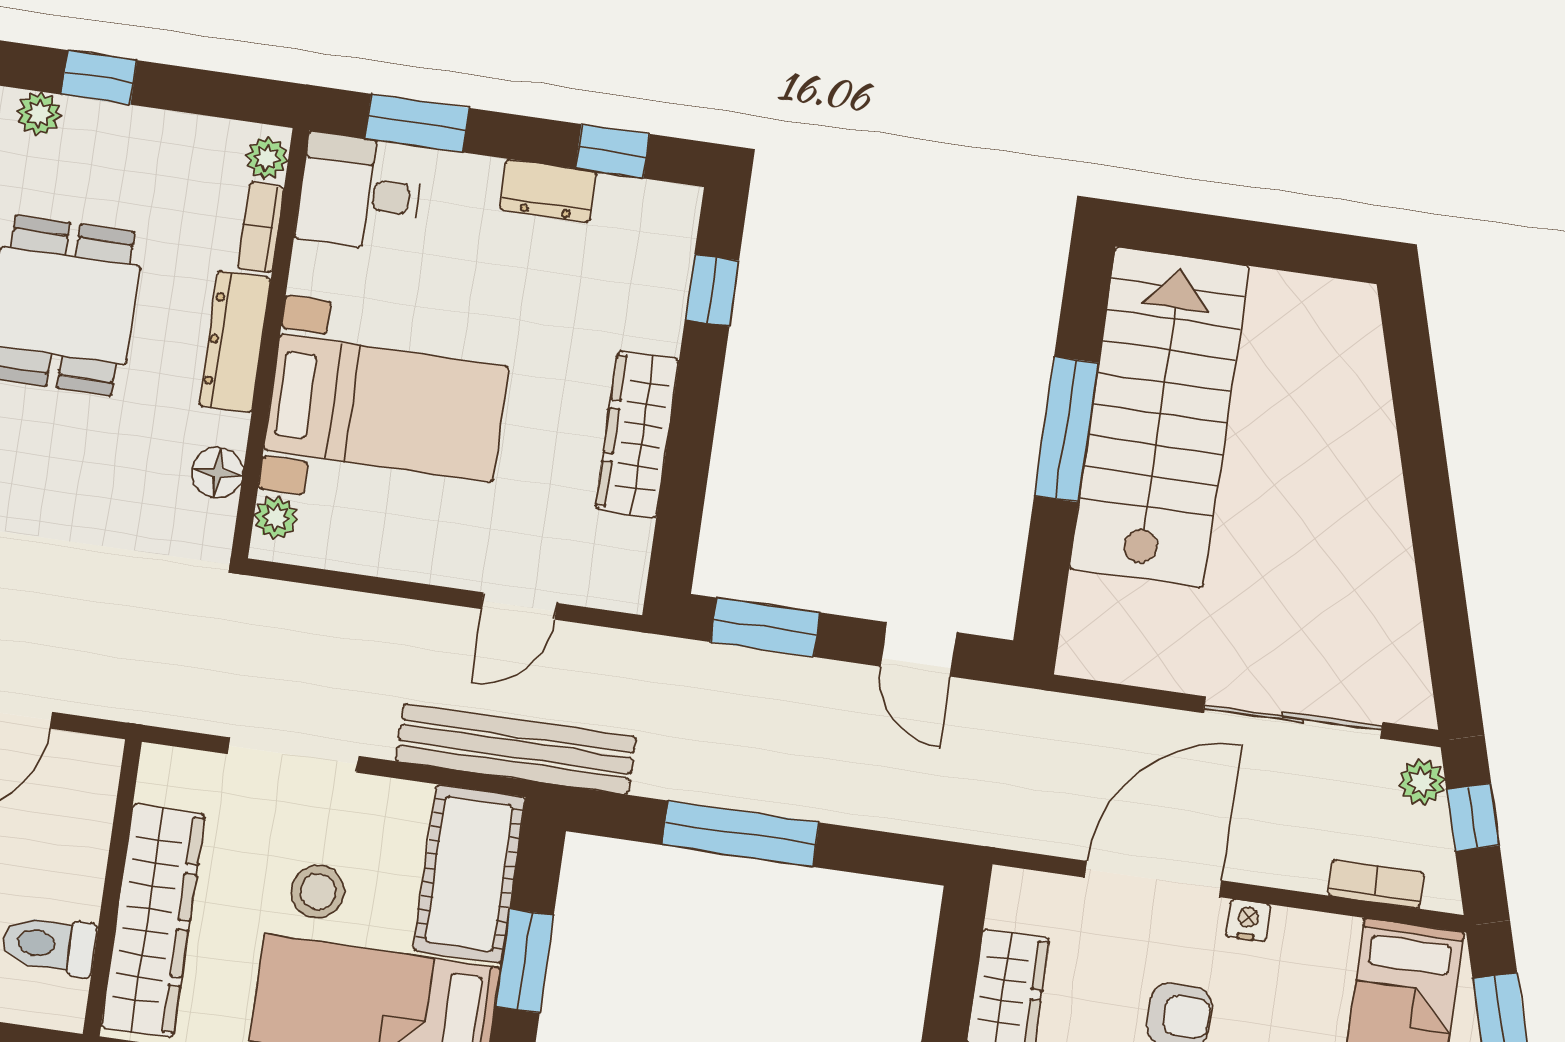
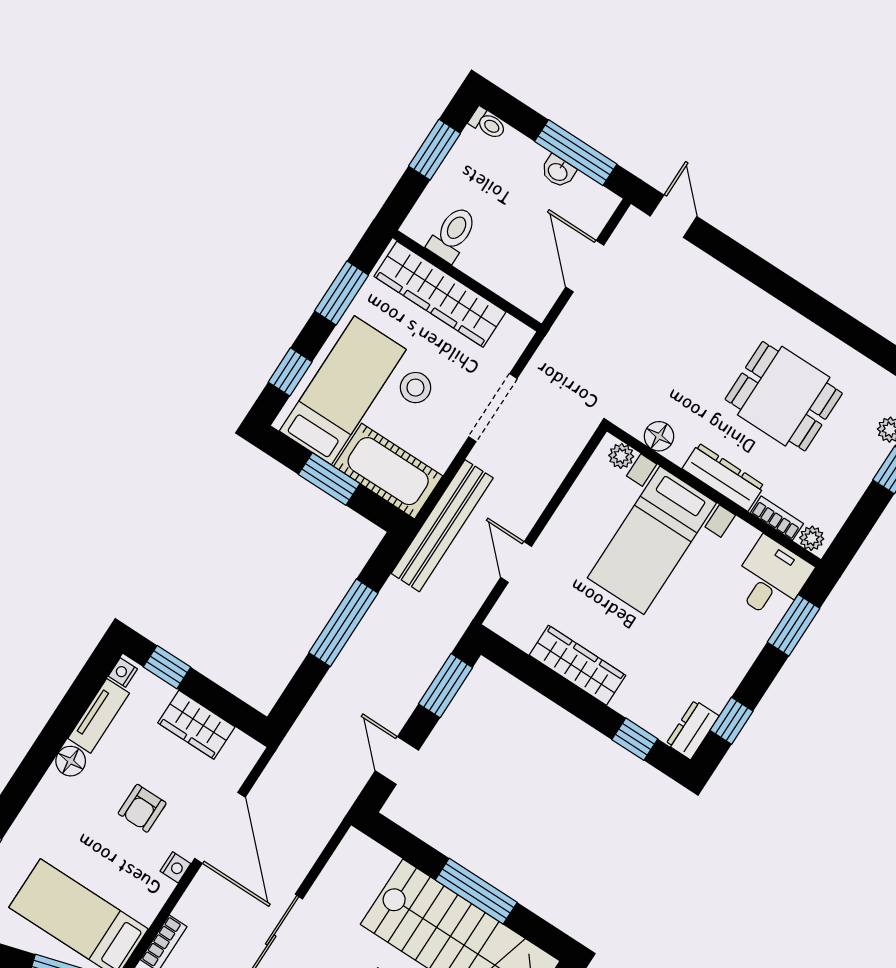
dresser: (548, 191) -> (693, 730), moved
door: (919, 649) -> (397, 761), hinge flipped

